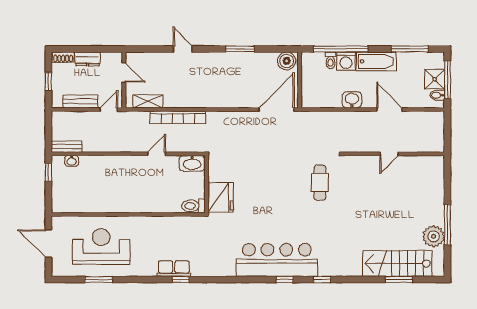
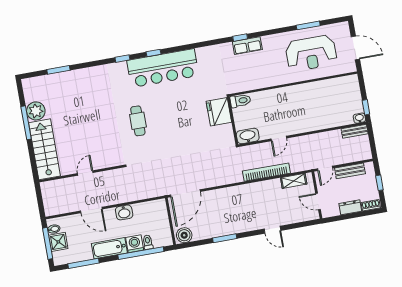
washbasin: (72, 161) -> (359, 118), moved
cafe table: (320, 183) -> (138, 121), moved
stairs: (397, 264) -> (45, 149), moved, turned -90

